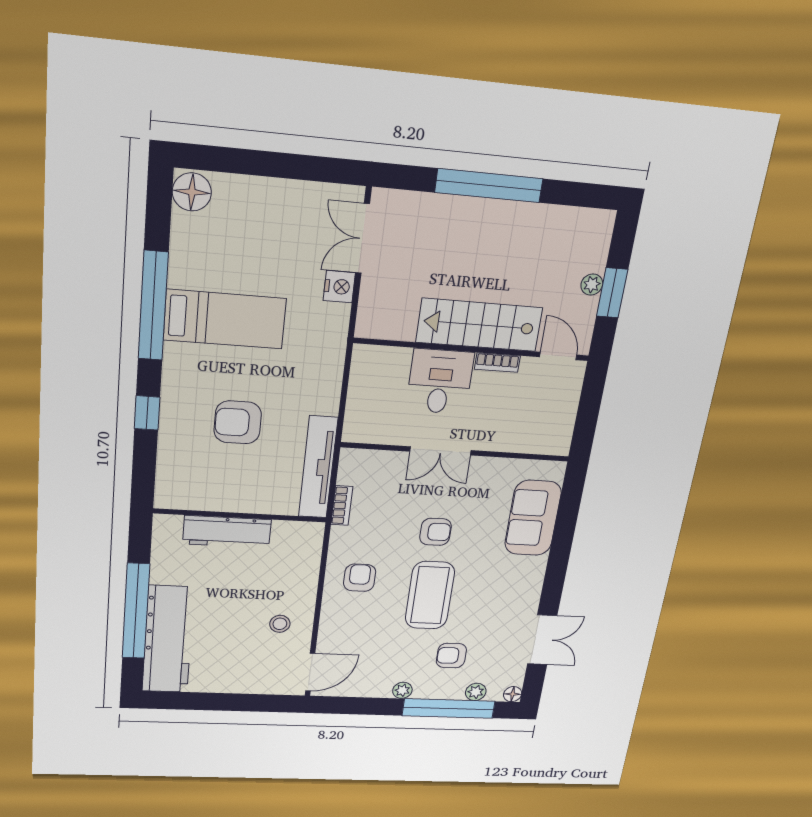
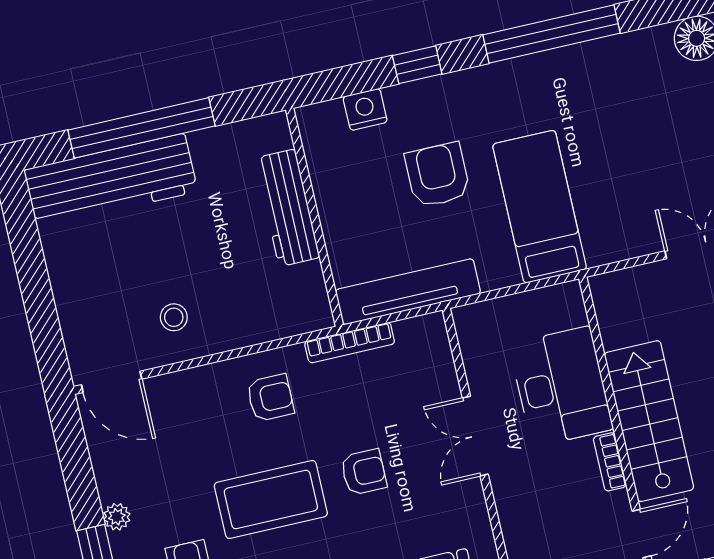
nightstand: (339, 287) -> (365, 109), moved, turned 180
bed: (225, 319) -> (540, 207), moved, turned 180
desk: (440, 382) -> (561, 387), width x1.37
bookcase: (342, 506) -> (350, 343), width x1.56
armchair: (435, 532) -> (364, 472), turned -90

